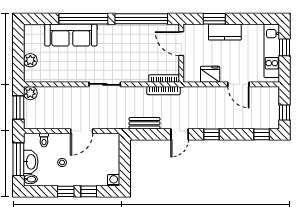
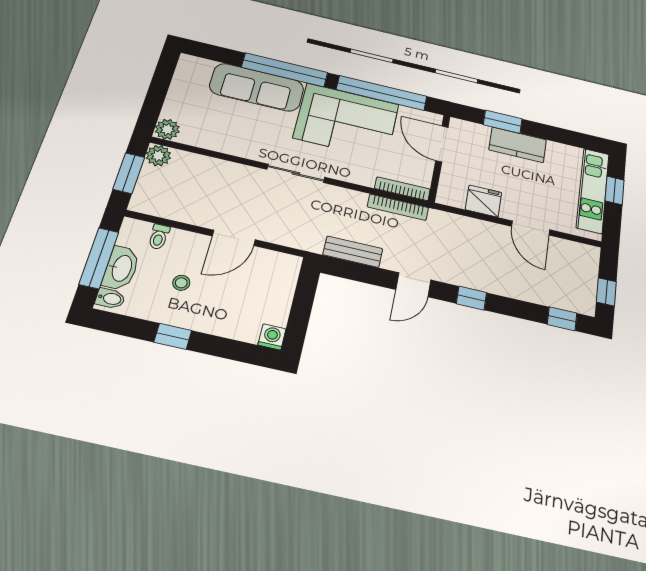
corner sofa: (125, 43) -> (346, 121), added
plant: (30, 60) -> (167, 129), moved
window: (89, 191) -> (218, 346), removed

